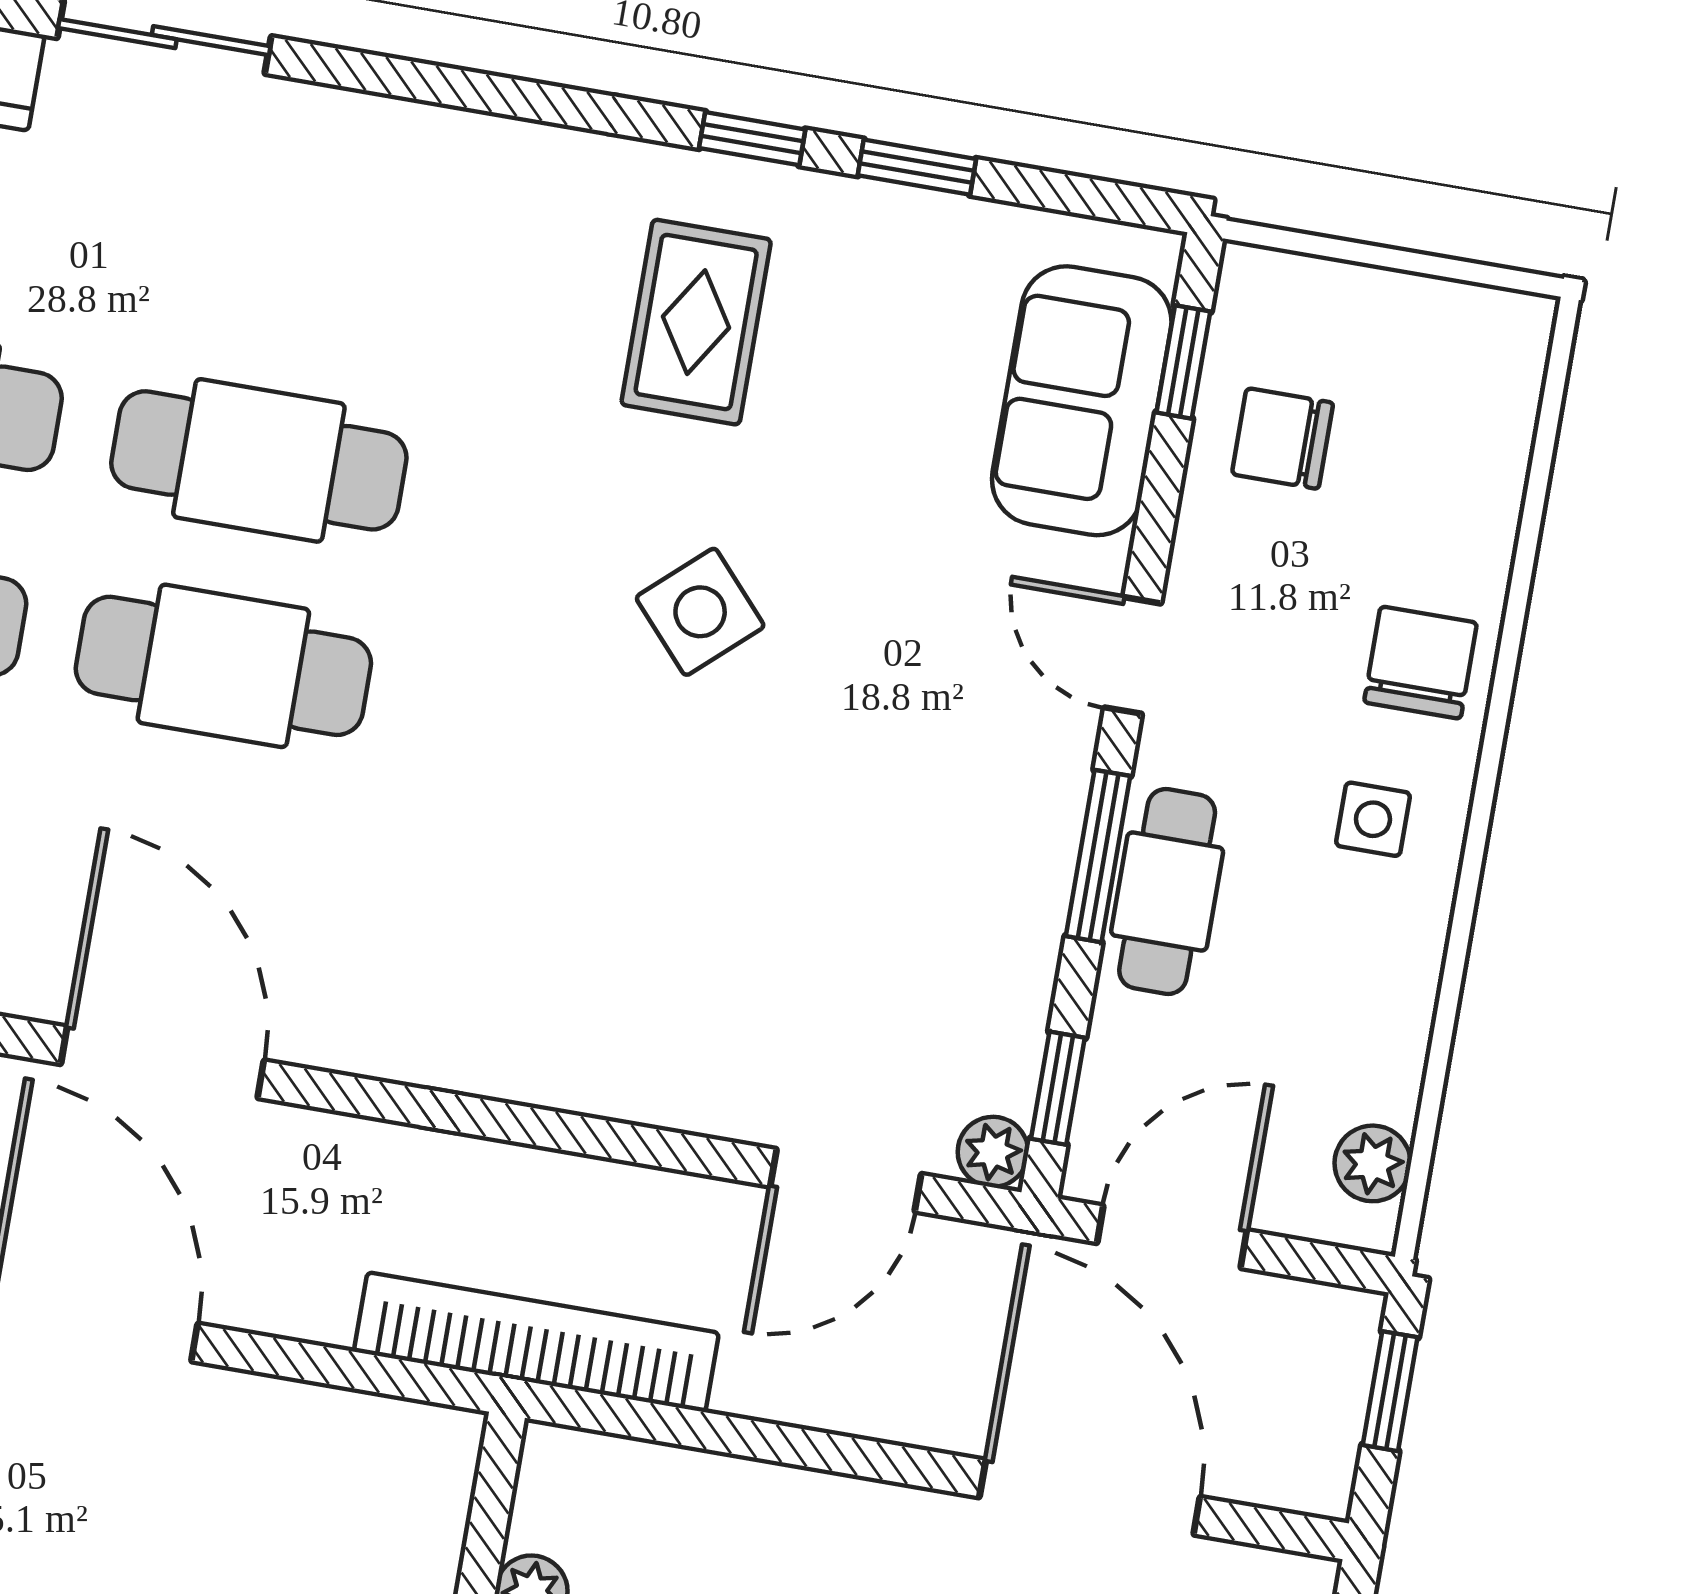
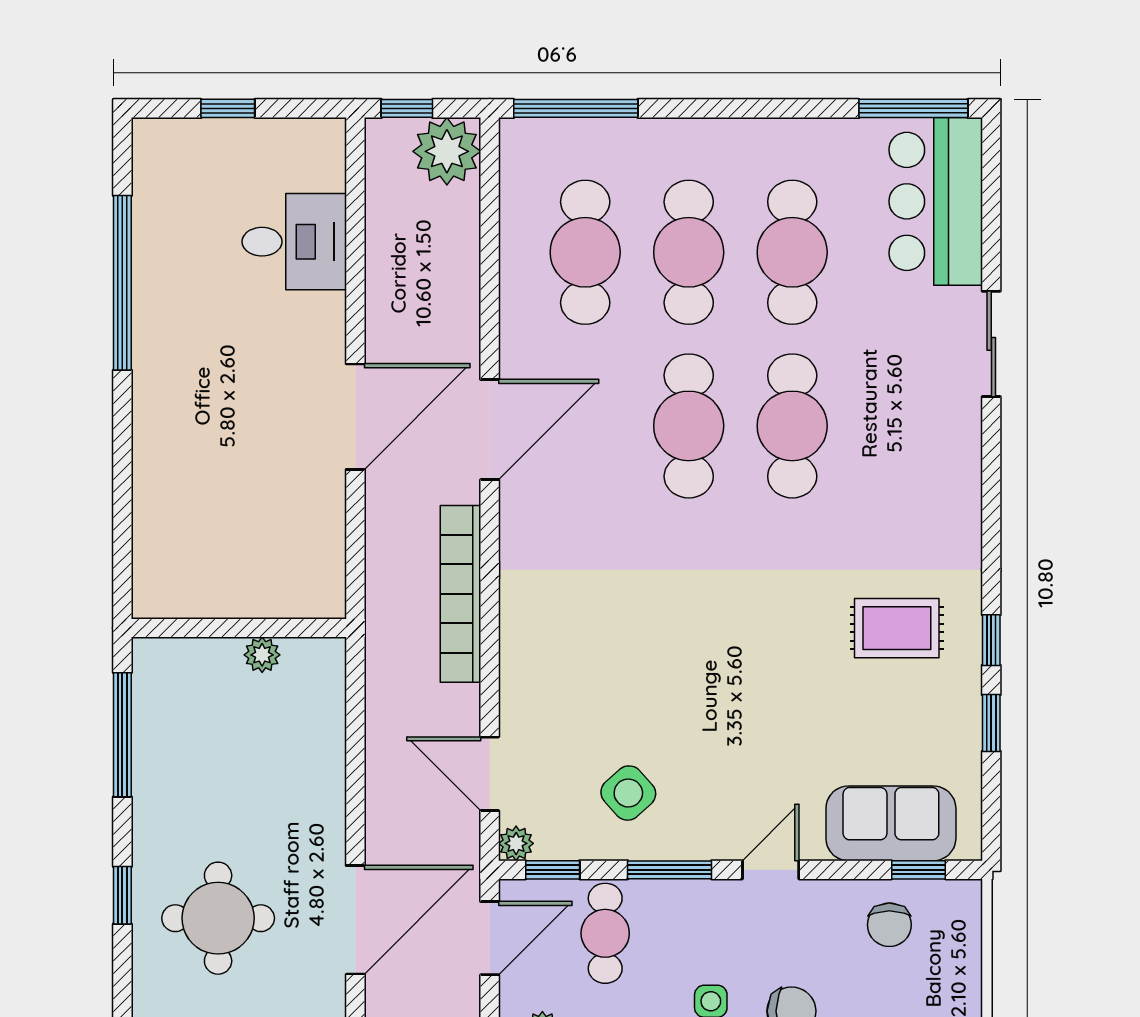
chair: (1283, 438) -> (889, 925), turned 180
side table: (700, 612) -> (628, 793), moved
cafe table: (1167, 891) -> (605, 933), moved, turned 90
door: (1172, 1237) -> (490, 938), hinge flipped
bookcase: (536, 1342) -> (461, 594), moved, turned 180

